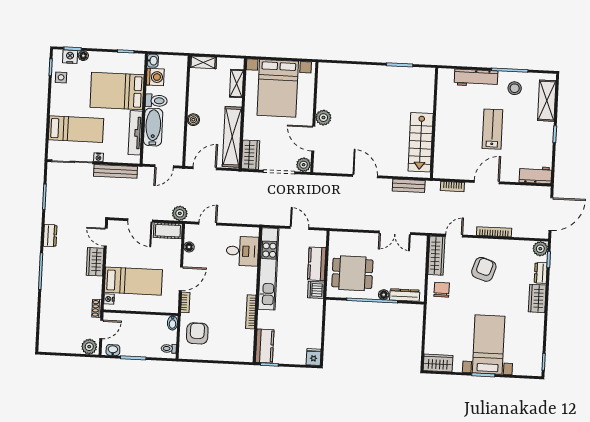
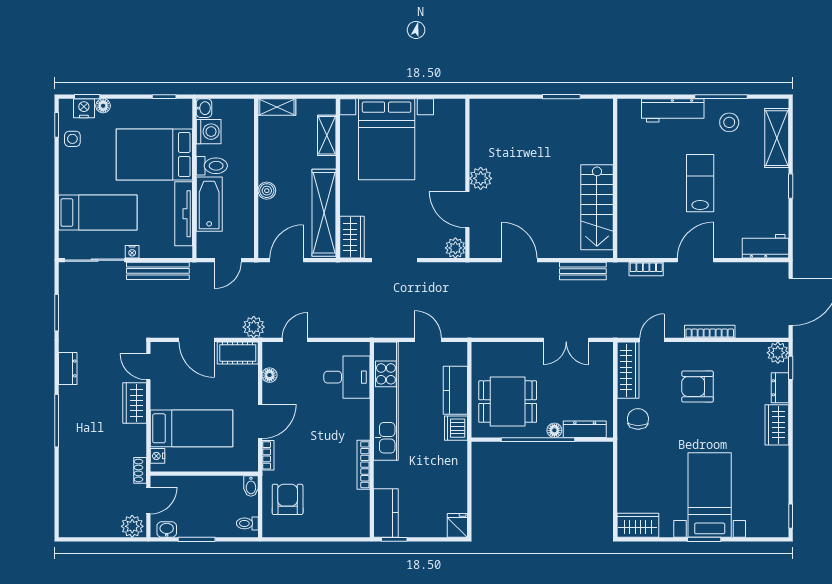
wall: (314, 117) -> (467, 178), moved
plant: (323, 118) -> (481, 178), moved
door: (313, 139) -> (467, 210), moved
plant: (304, 165) -> (455, 248), moved
armchair: (484, 269) -> (698, 387), turned -108

